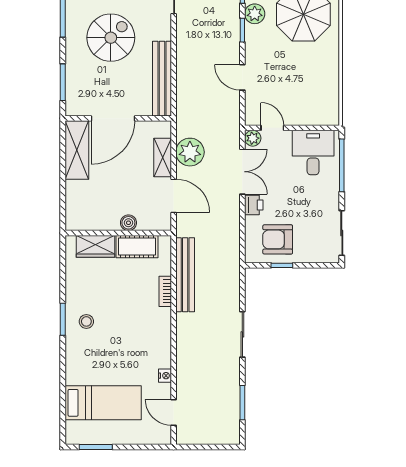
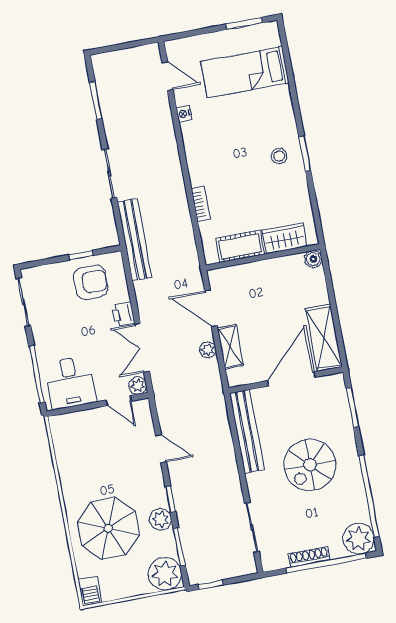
plant: (190, 152) -> (208, 350), width x0.53, depth x0.53
boiler: (128, 223) -> (313, 259), moved
bench: (185, 275) -> (135, 240), moved

